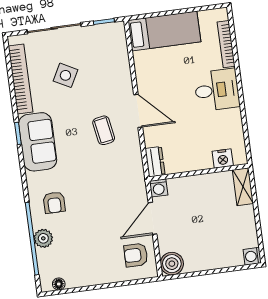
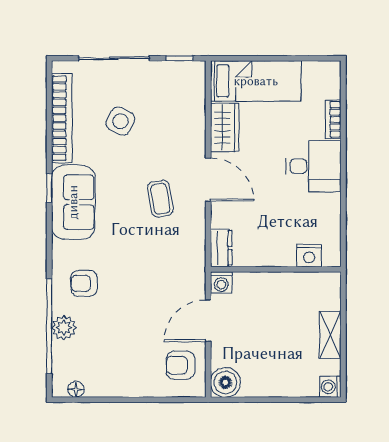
bookcase: (226, 44) -> (333, 119), width x0.64
wardrobe: (145, 70) -> (225, 127), added
shelving: (243, 187) -> (330, 335), moved
armchair: (54, 203) -> (84, 283), turned 90

